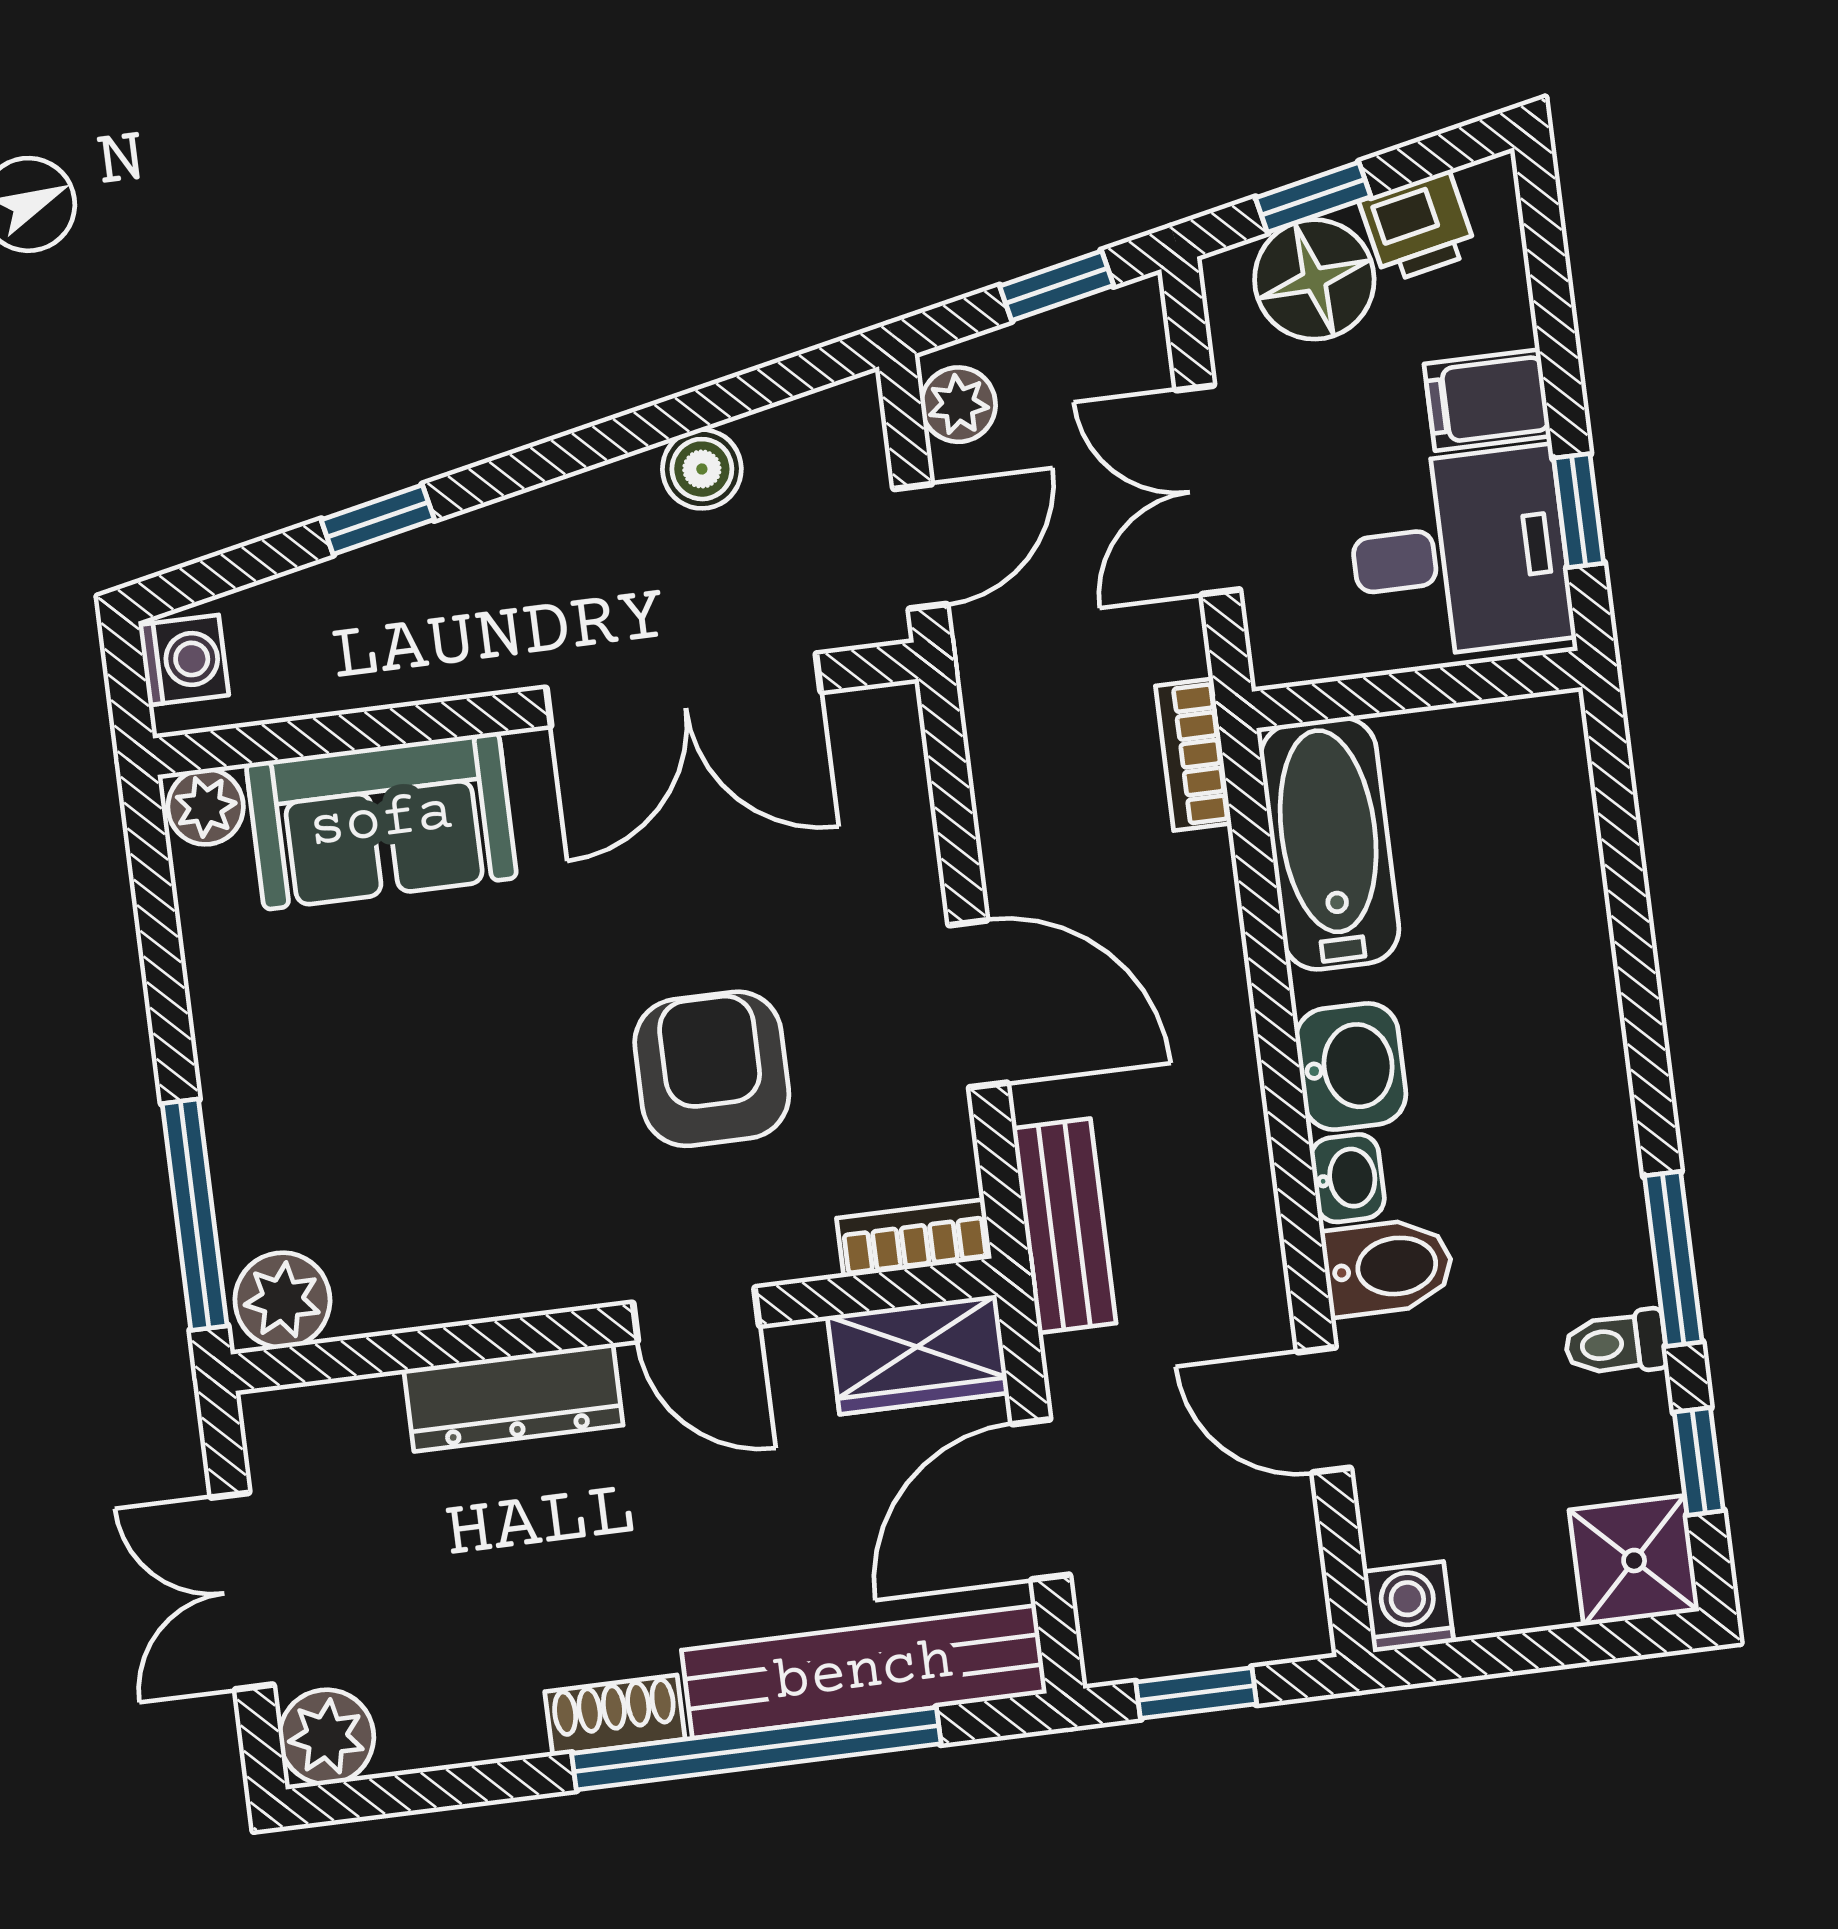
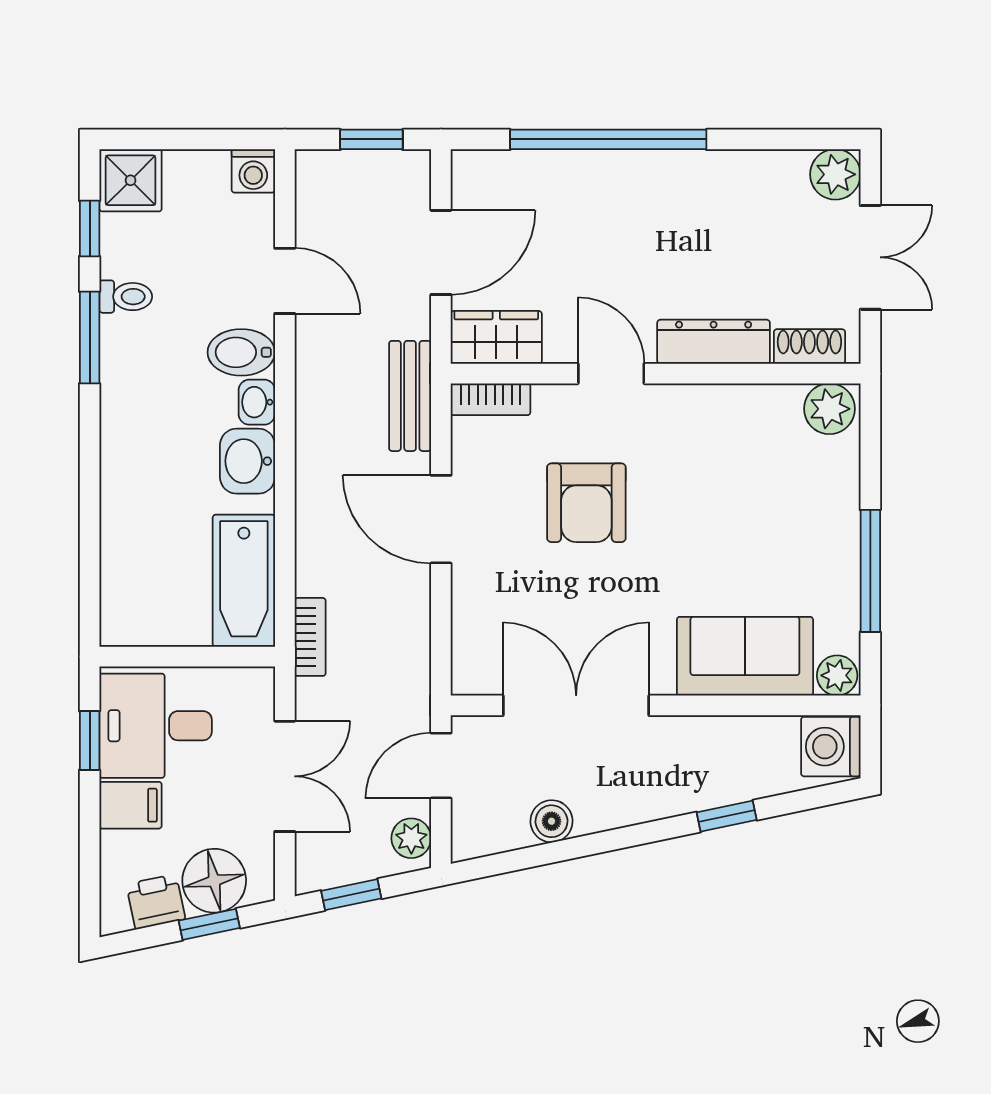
washing machine: (184, 660) -> (831, 747), width x1.38, depth x1.38
window: (195, 1215) -> (870, 571), moved
bench: (864, 1672) -> (546, 173), removed
shoe rack: (615, 1715) -> (809, 347), moved, turned 180

